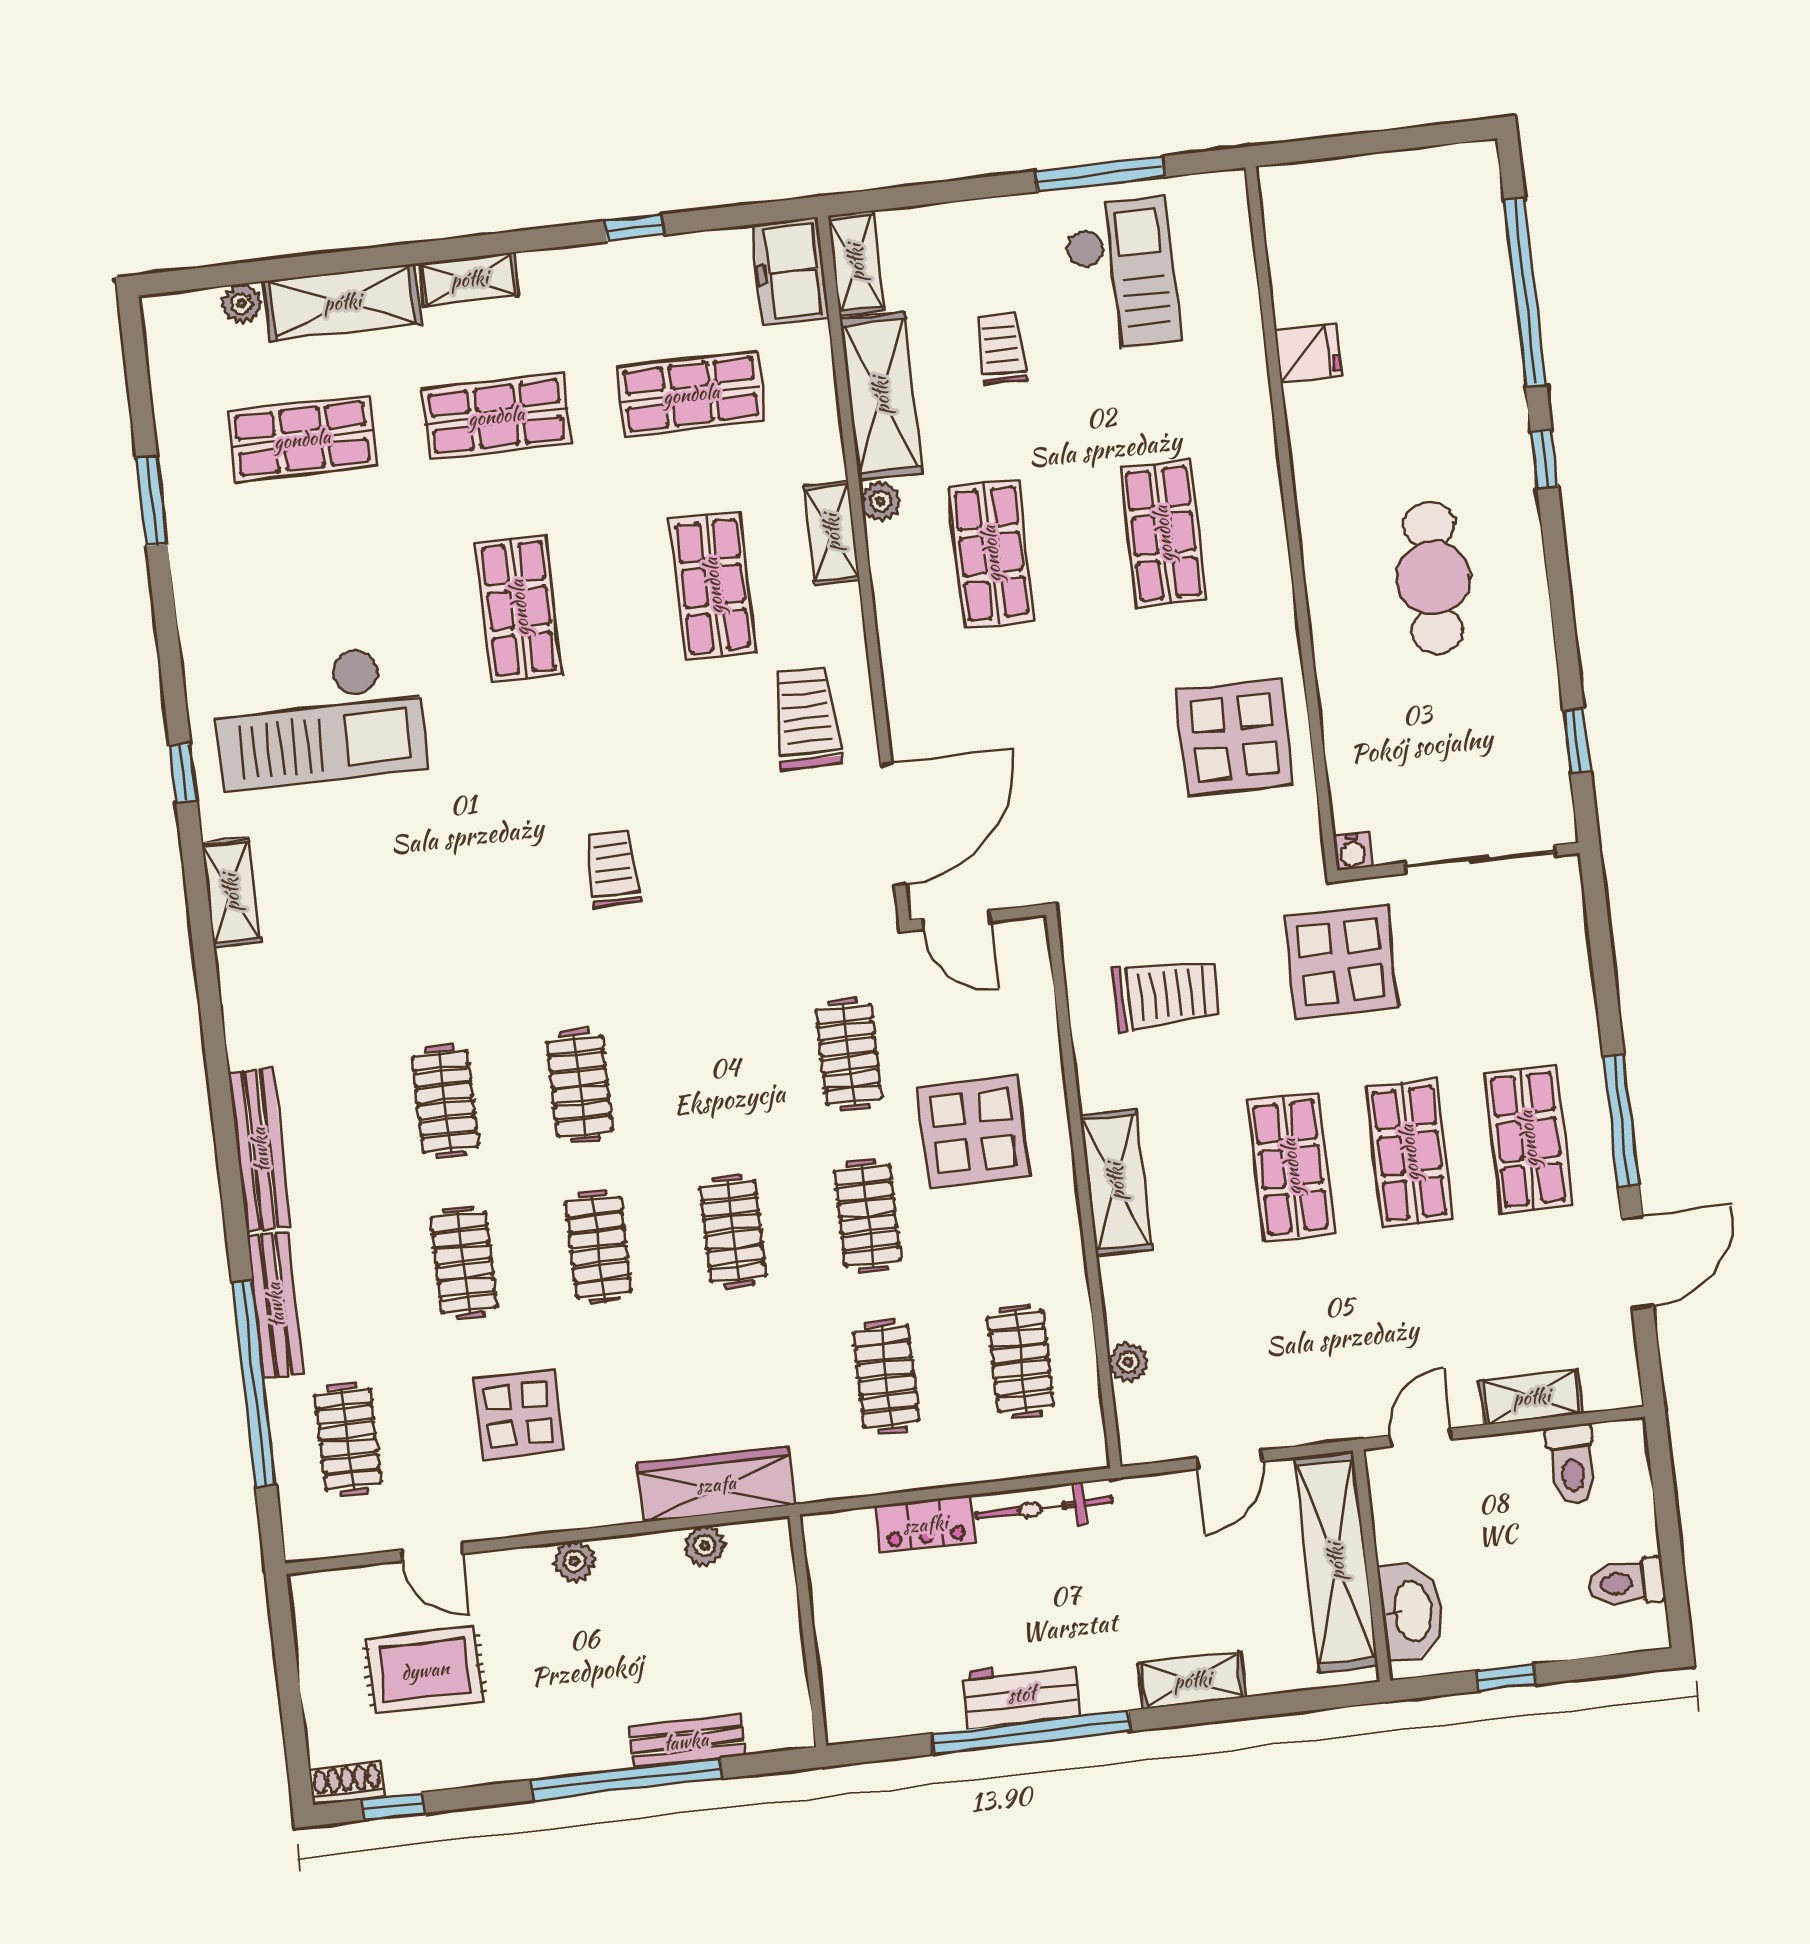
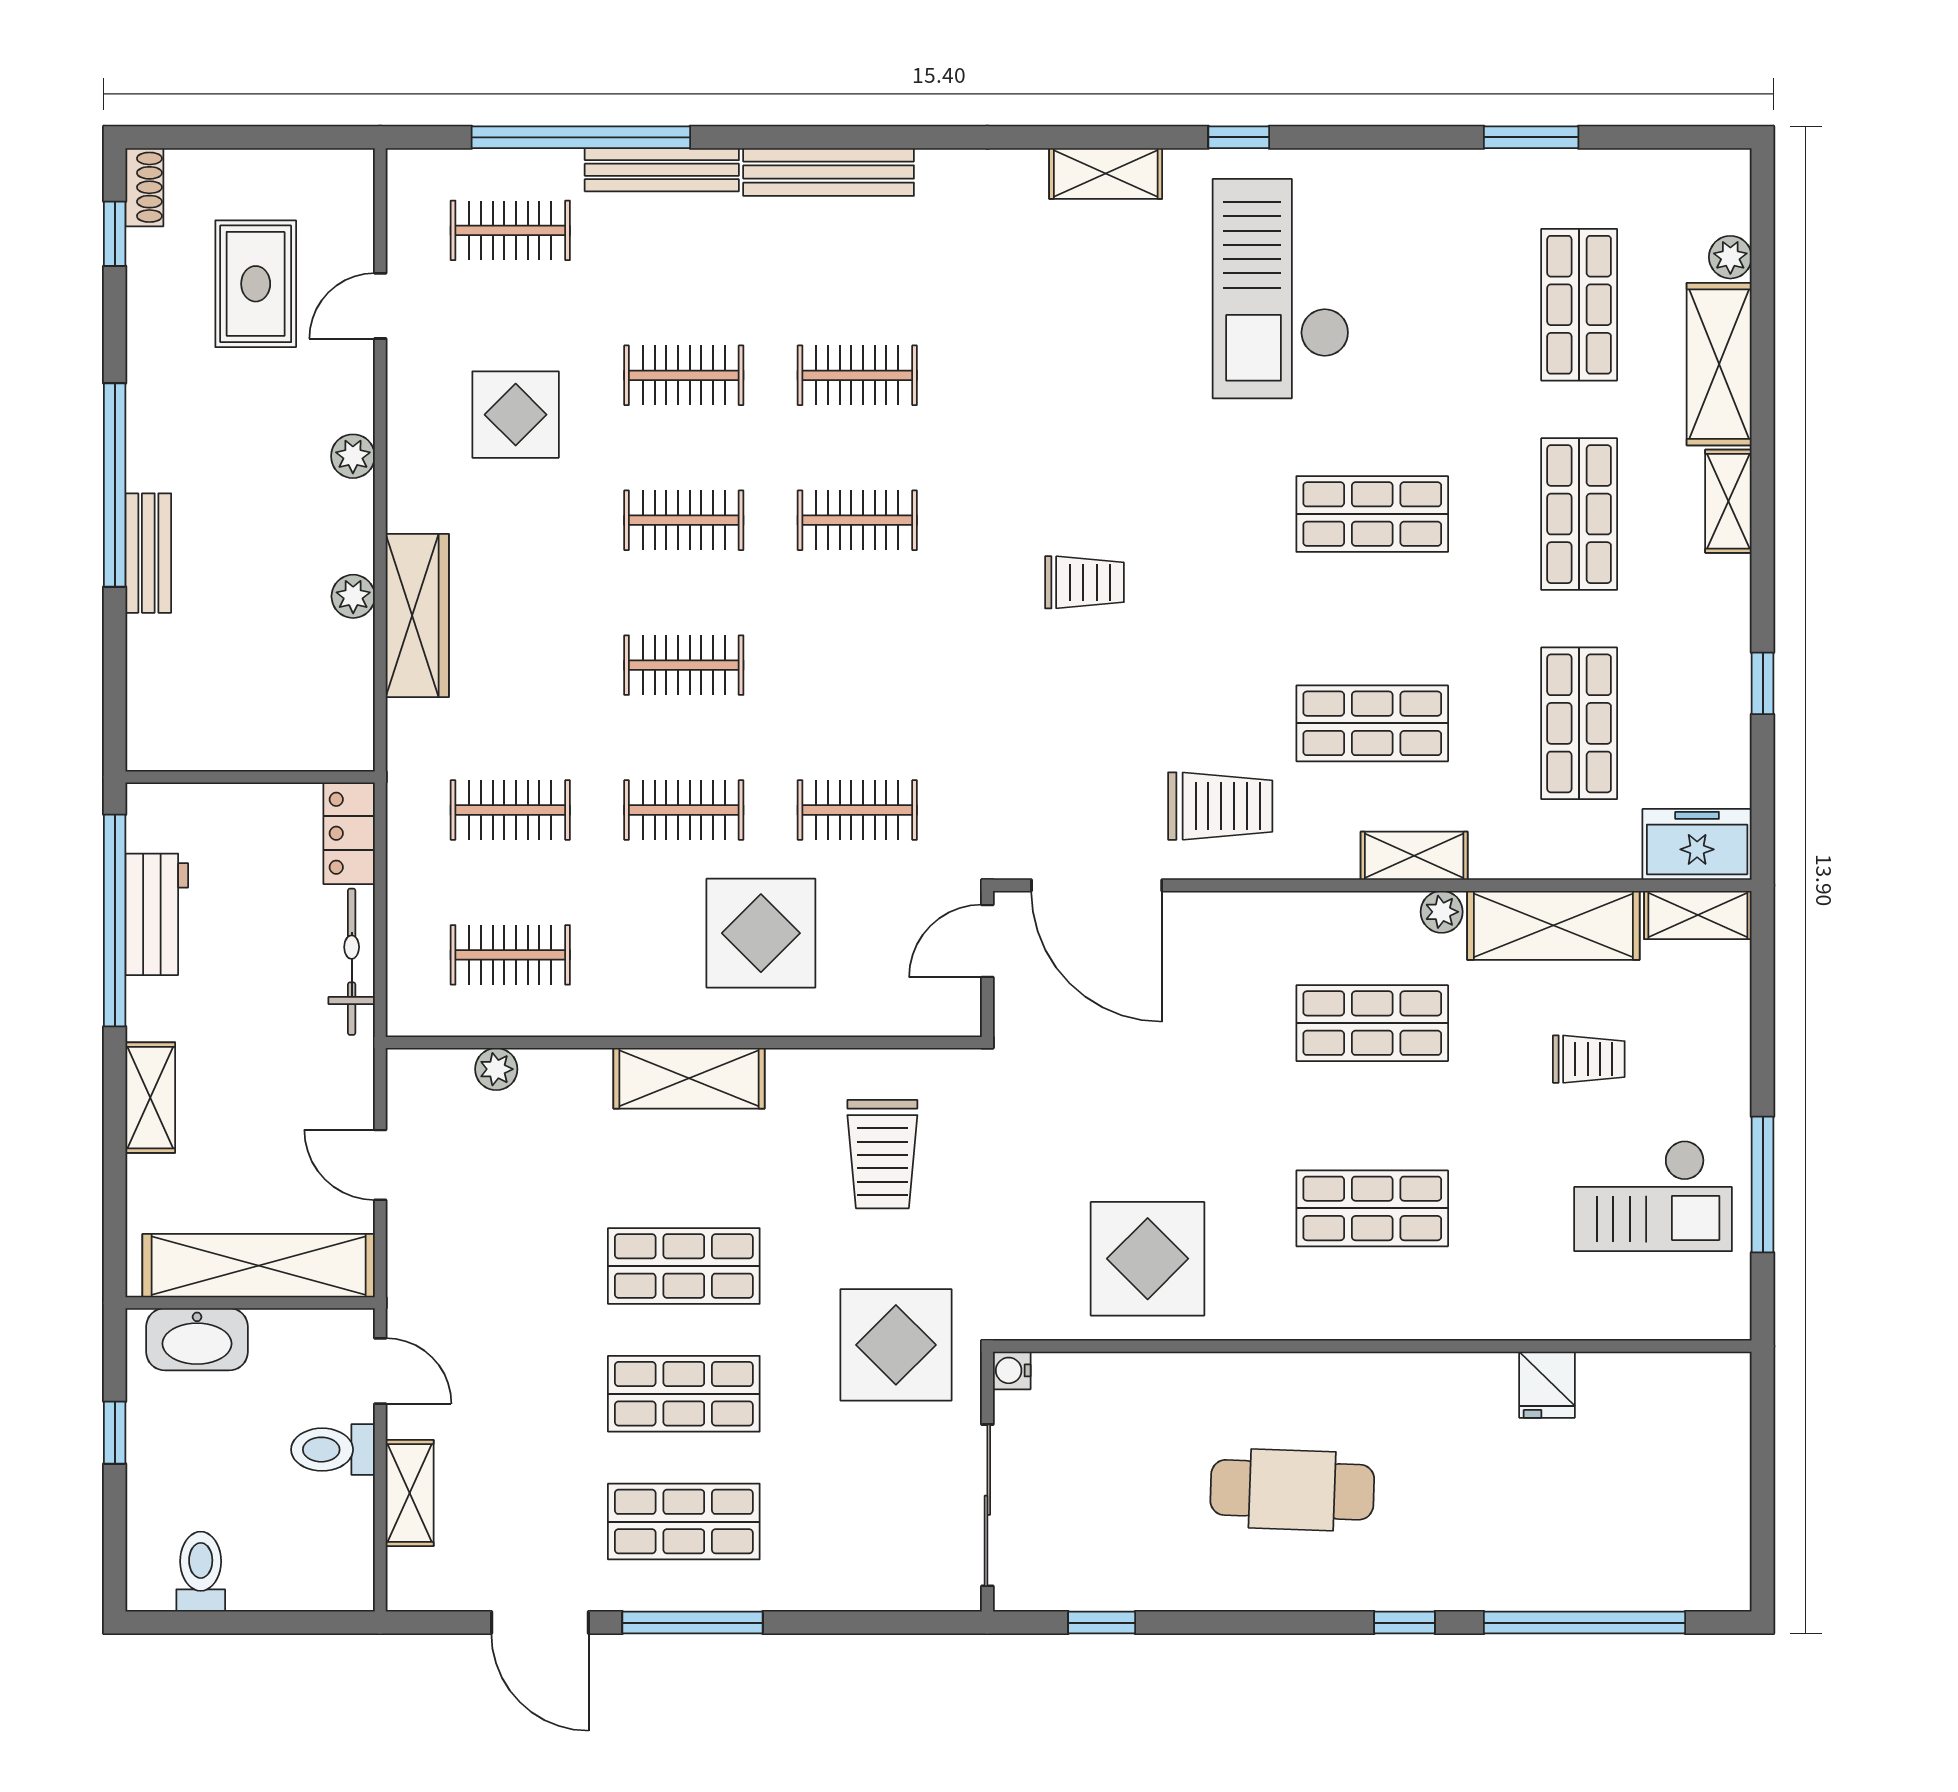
toilet: (1572, 1464) -> (333, 1450), moved
wall: (808, 1631) -> (250, 777), moved

